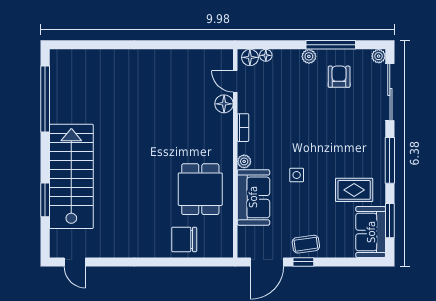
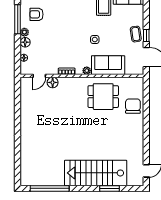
floor lamp: (250, 57) -> (25, 42), moved
chair: (184, 239) -> (133, 106), turned 180

